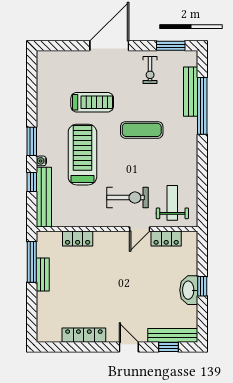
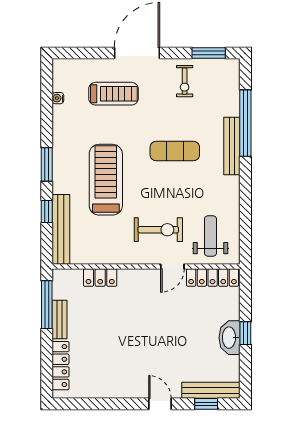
bench: (191, 92) -> (232, 146), moved
treadmill: (92, 102) -> (113, 94), moved
water cooler: (41, 161) -> (58, 98), moved
locker: (166, 239) -> (213, 278), width x1.53
locker: (84, 335) -> (61, 366), moved, turned 90

